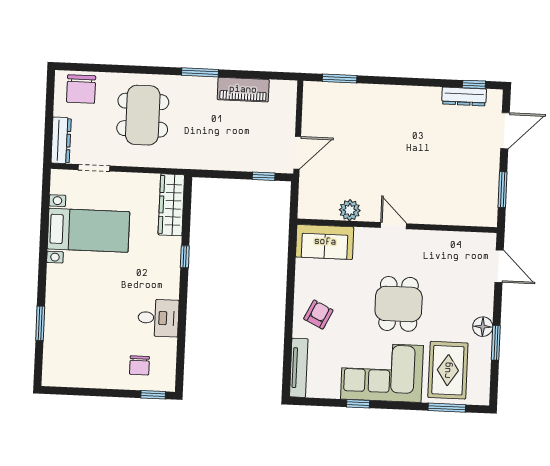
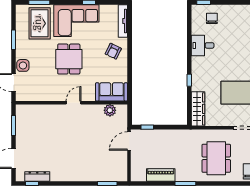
plant: (350, 210) -> (110, 110), moved
door: (393, 226) -> (74, 103), swing flipped
side table: (481, 296) -> (23, 65), added
floor lamp: (483, 327) -> (21, 48), removed

